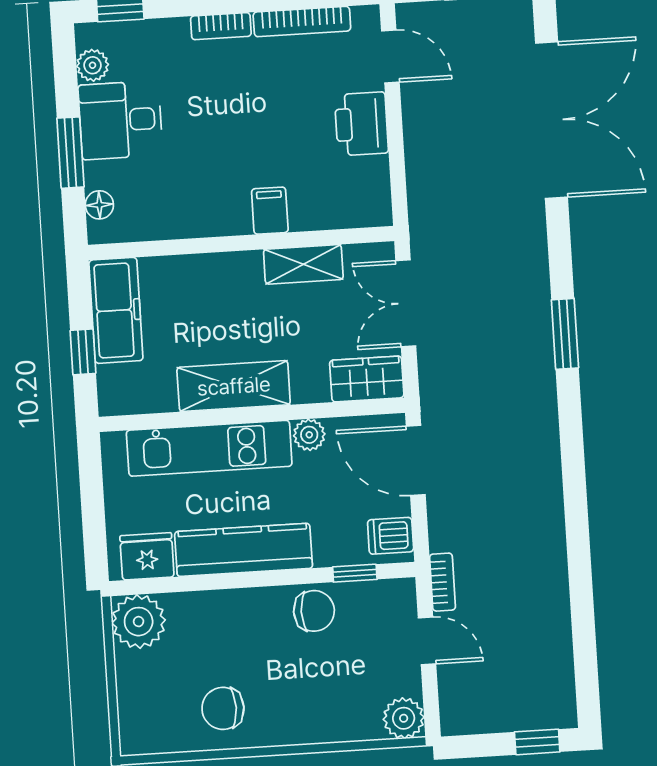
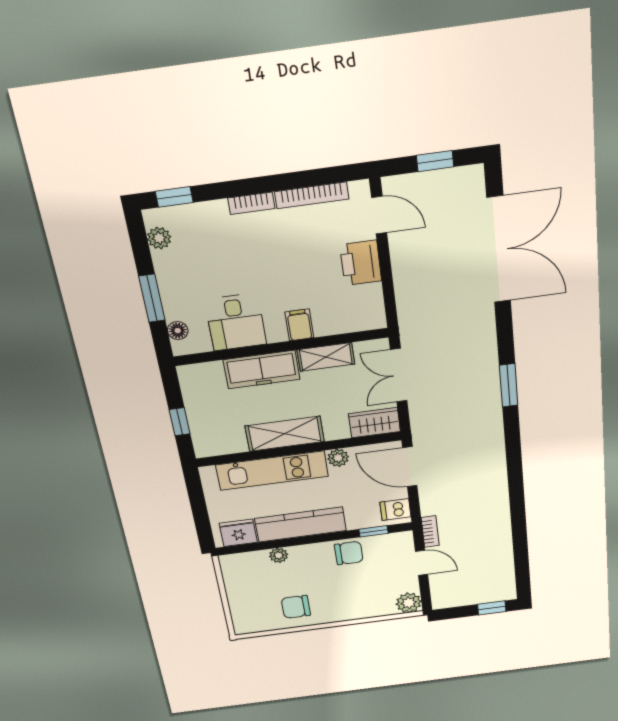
desk: (120, 120) -> (236, 322), moved, turned -90
freezer: (116, 310) -> (261, 370), moved, turned 90
plant: (139, 622) -> (279, 555), moved, width x0.53, depth x0.53

